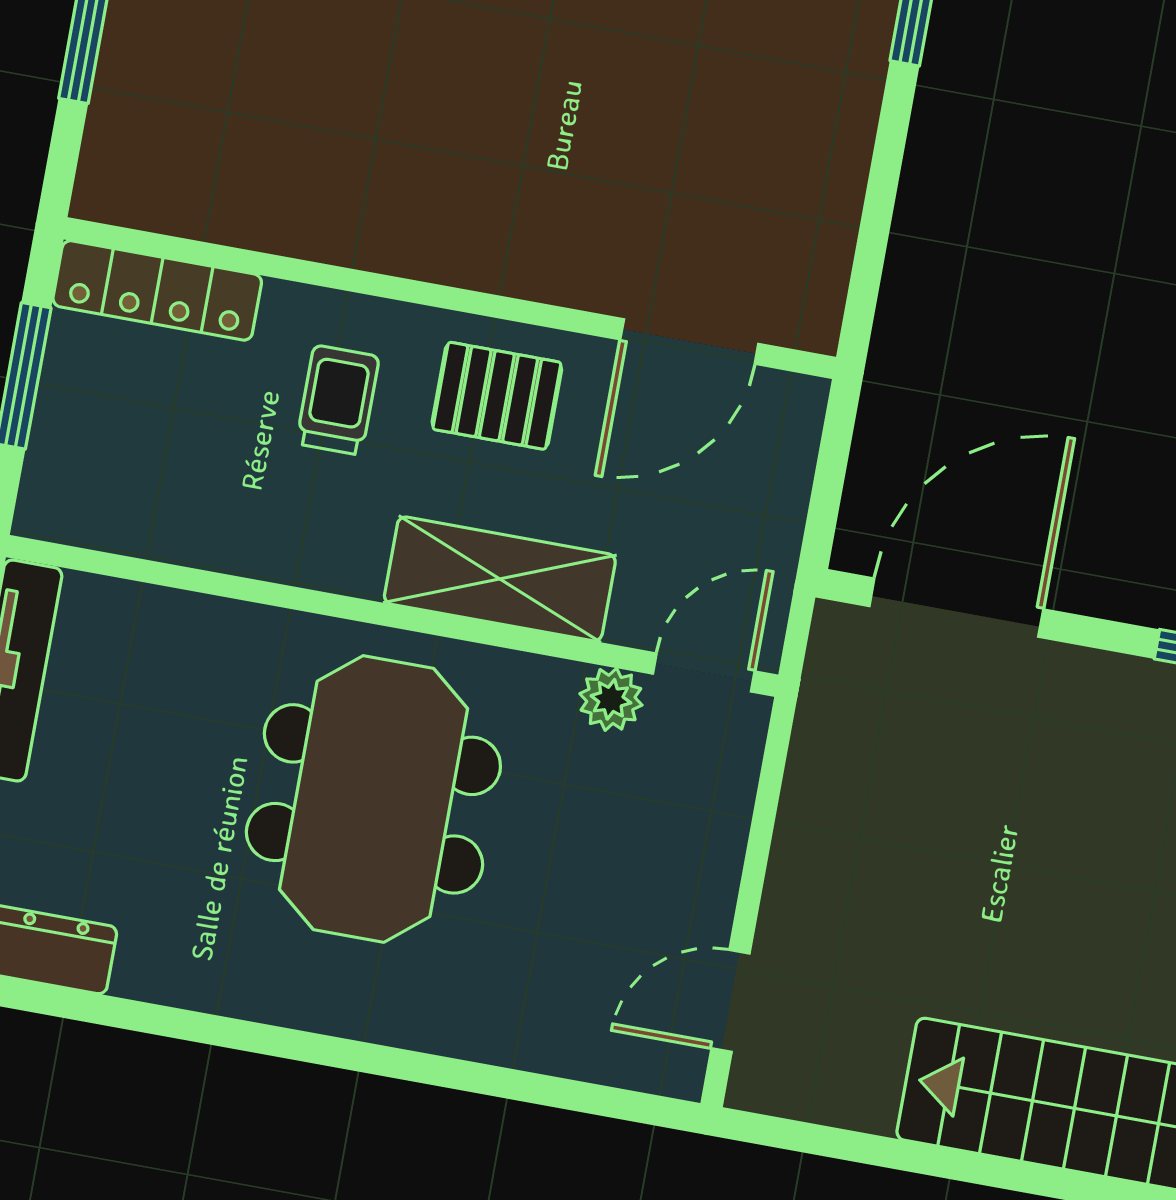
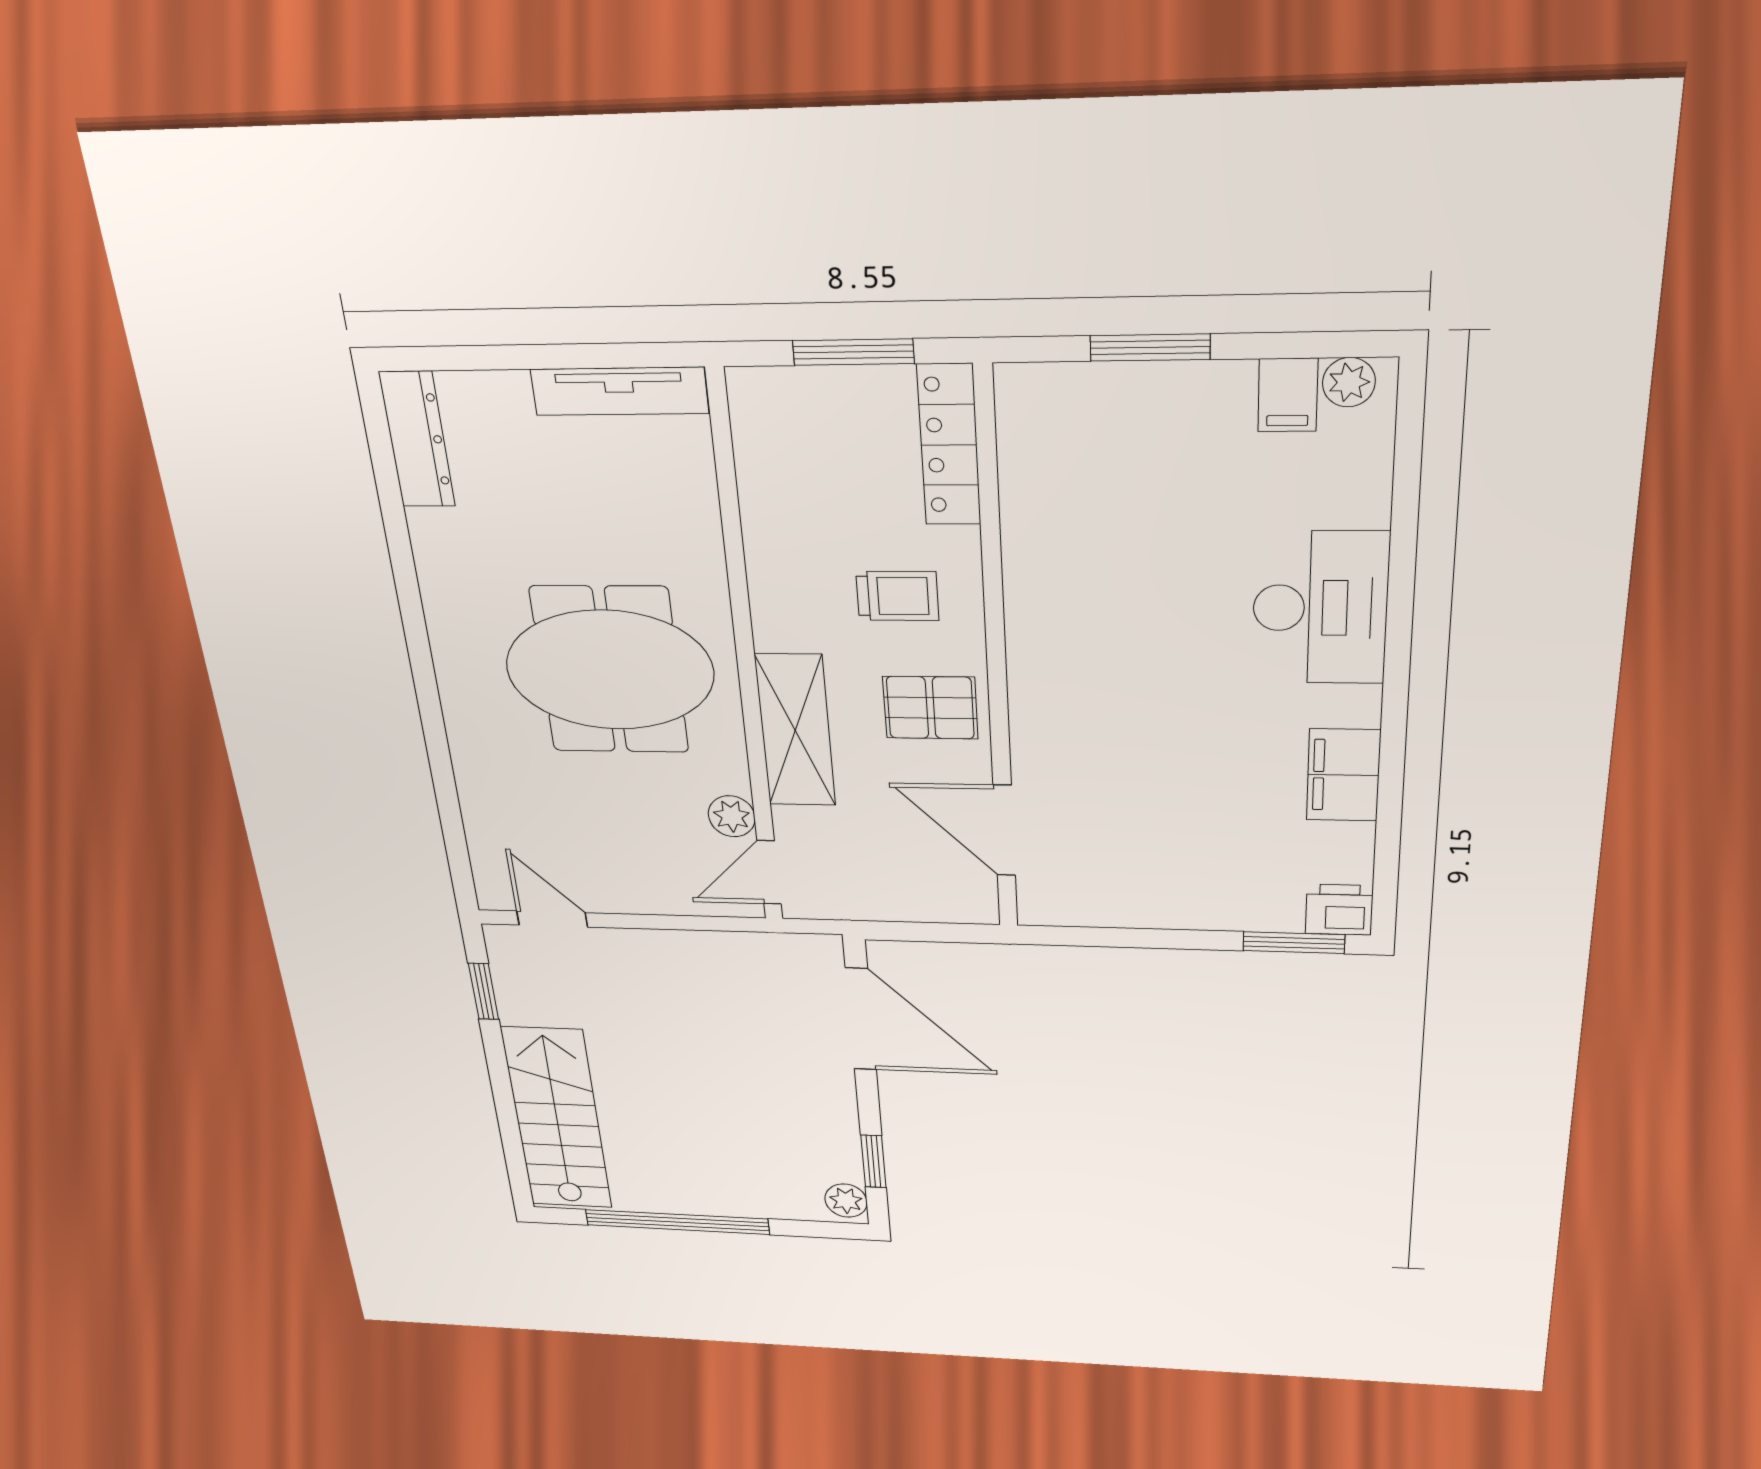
pallet: (497, 396) -> (930, 708), turned 90
door: (704, 672) -> (769, 872), swing flipped
window: (834, 1143) -> (484, 991), added

